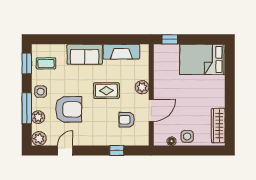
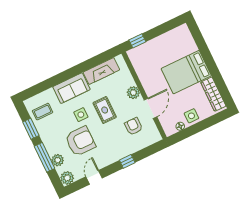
bed: (202, 59) -> (186, 72), moved
window: (27, 63) -> (31, 129), moved
rug: (106, 91) -> (105, 110), turned 90
side table: (41, 92) -> (81, 115), moved
armchair: (127, 120) -> (134, 126), turned 90
window: (117, 150) -> (127, 161), moved

